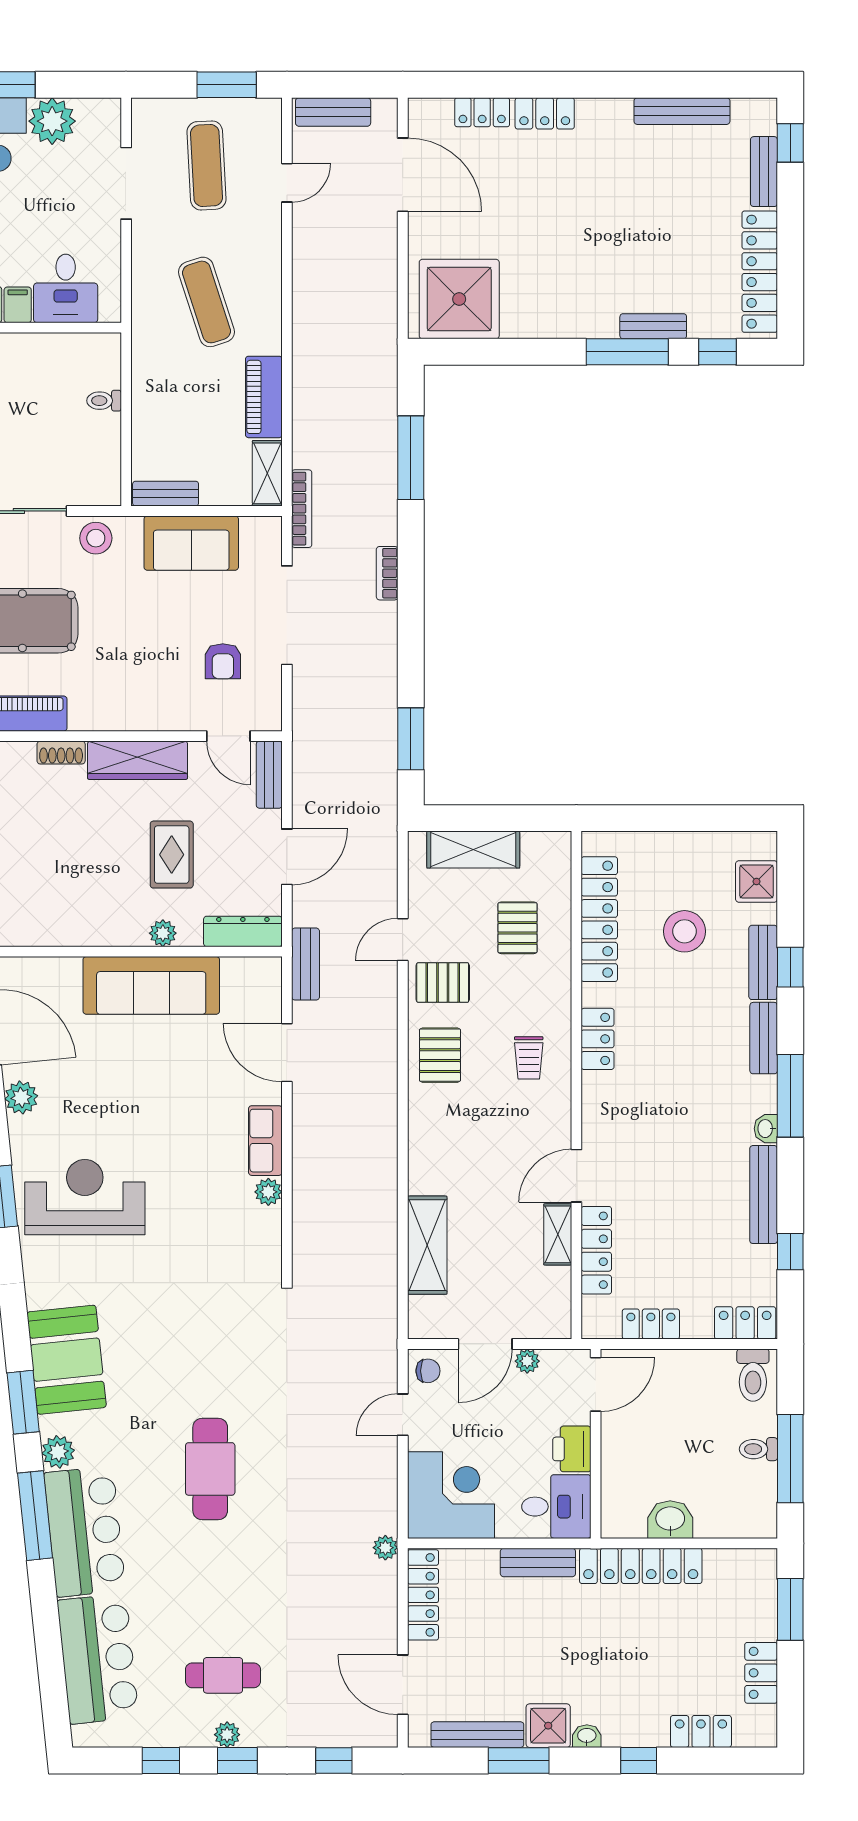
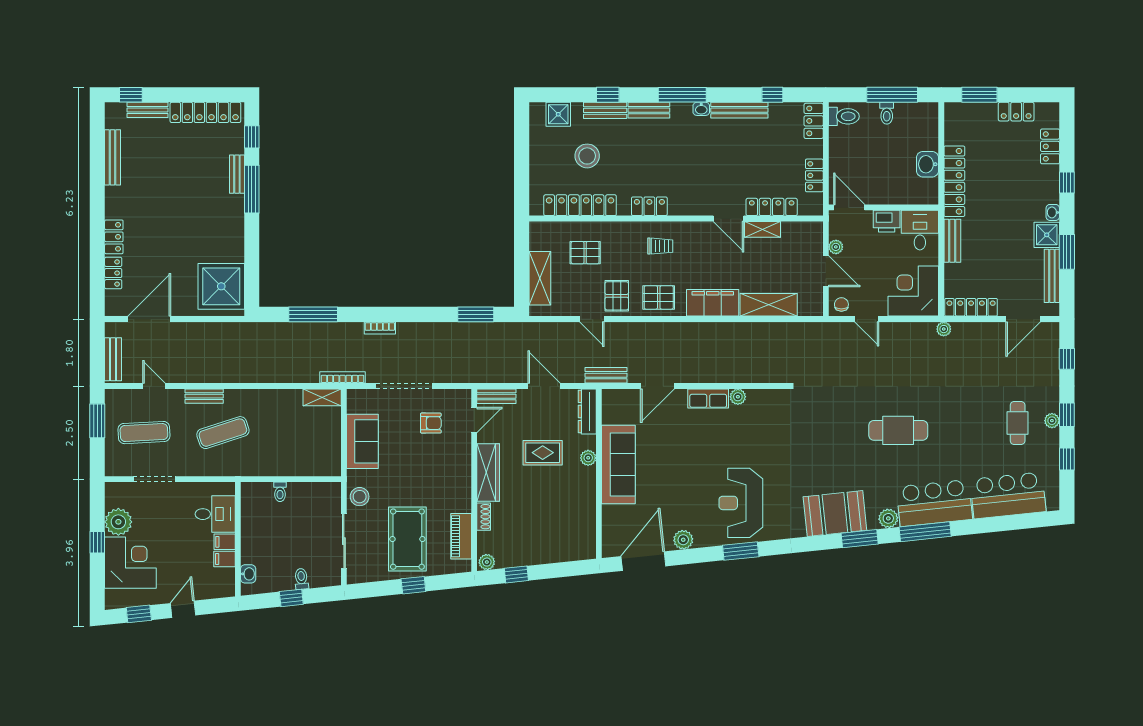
piano: (264, 397) -> (278, 399), removed
bench: (166, 494) -> (204, 396), moved, turned 90
filing cabinet: (431, 1148) -> (713, 303), added

